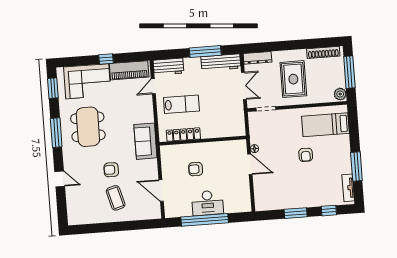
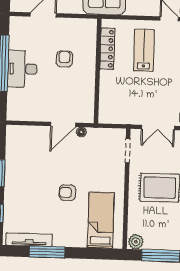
lab bench: (181, 104) -> (144, 50), turned 180
tv unit: (348, 188) -> (29, 240), width x1.41

